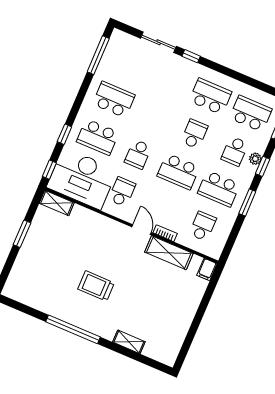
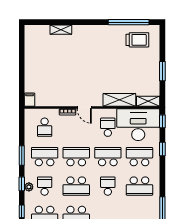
school desk: (154, 117) -> (108, 186), added
school desk: (194, 134) -> (76, 186), width x1.85
school desk: (138, 154) -> (108, 157), width x1.85
school desk: (122, 192) -> (108, 127), turned 180
shelving: (169, 253) -> (119, 100), moved
trolley: (96, 286) -> (137, 40), moved
window: (73, 329) -> (129, 22), moved

